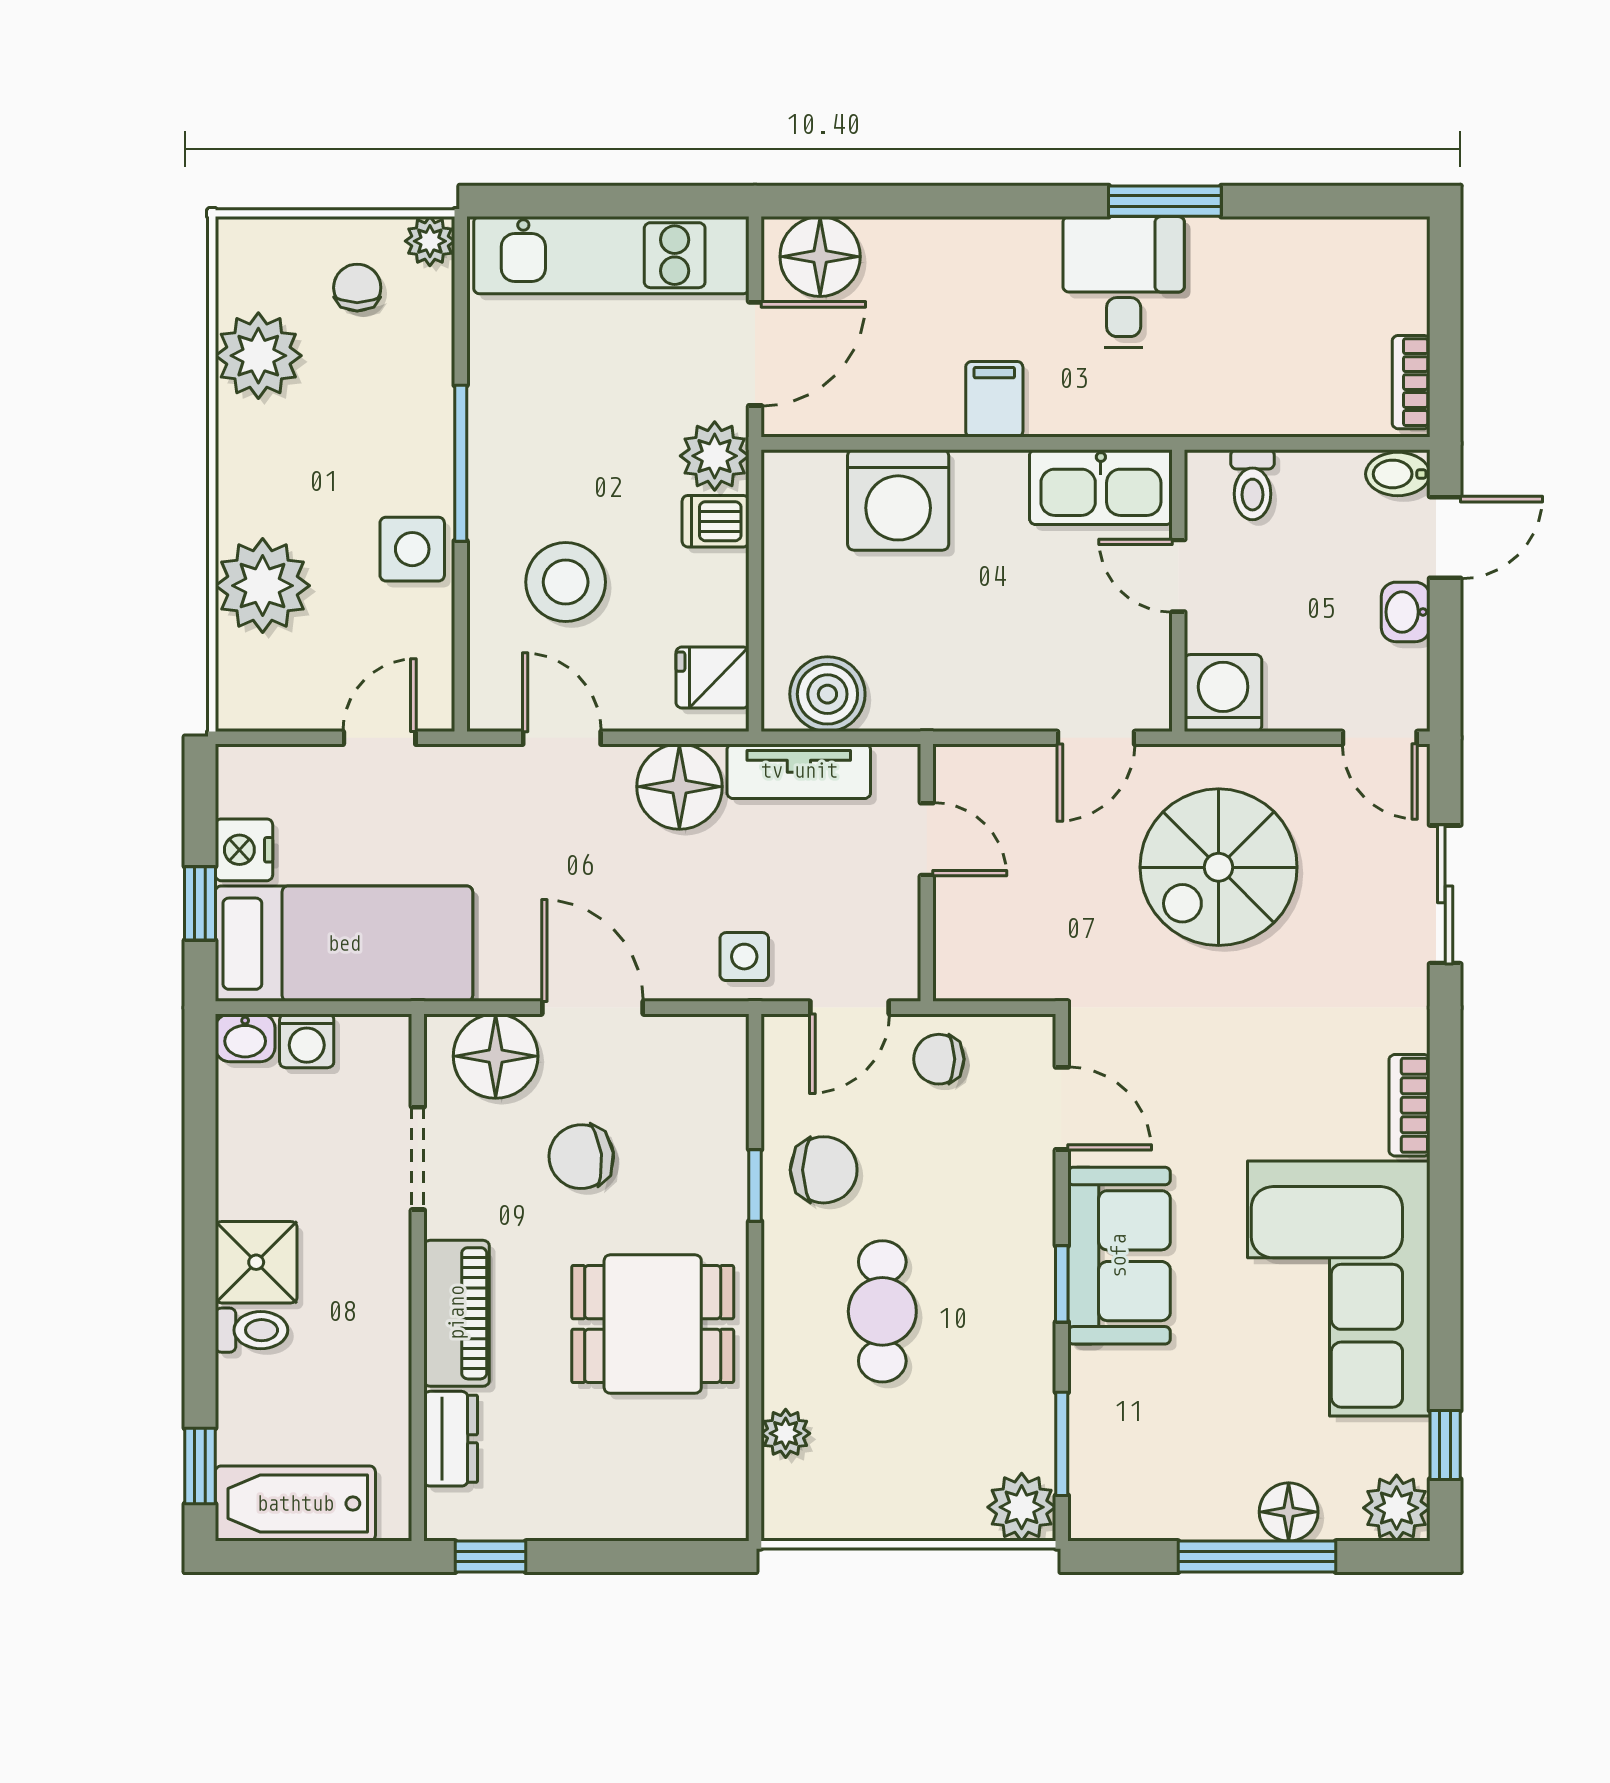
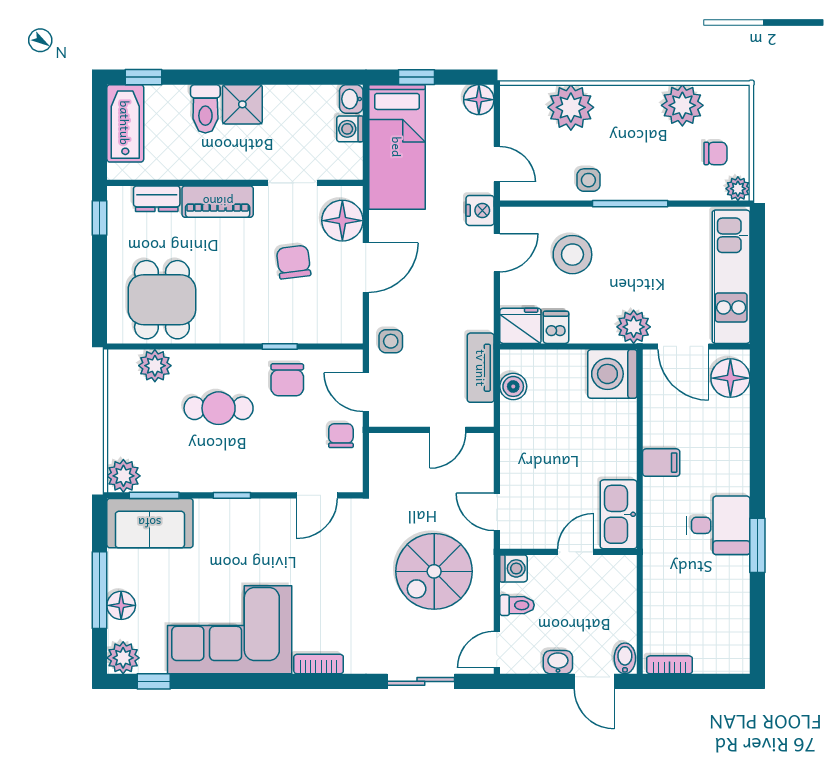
toilet: (1252, 485) -> (517, 605), moved, turned 180
washing machine: (898, 500) -> (612, 374), moved
dishwasher: (716, 521) -> (556, 327), moved
side table: (412, 549) -> (588, 180), width x0.73, depth x0.73
fridge: (712, 677) -> (520, 326), width x1.38
washing machine: (1223, 693) -> (513, 568), width x0.73, depth x0.73
boiler: (827, 694) -> (513, 386), width x0.73, depth x0.73
floor lamp: (679, 787) -> (479, 100), moved, width x0.73, depth x0.73
nightstand: (244, 850) -> (480, 210), moved, turned 90
spiral stairs: (1219, 867) -> (434, 571), turned -90
sofa: (1119, 1256) -> (150, 523), moved
dining table: (653, 1324) -> (162, 300), moved
toilet: (251, 1330) -> (205, 109), width x1.37, depth x1.39
plant: (786, 1433) -> (155, 366), width x1.38, depth x1.38

